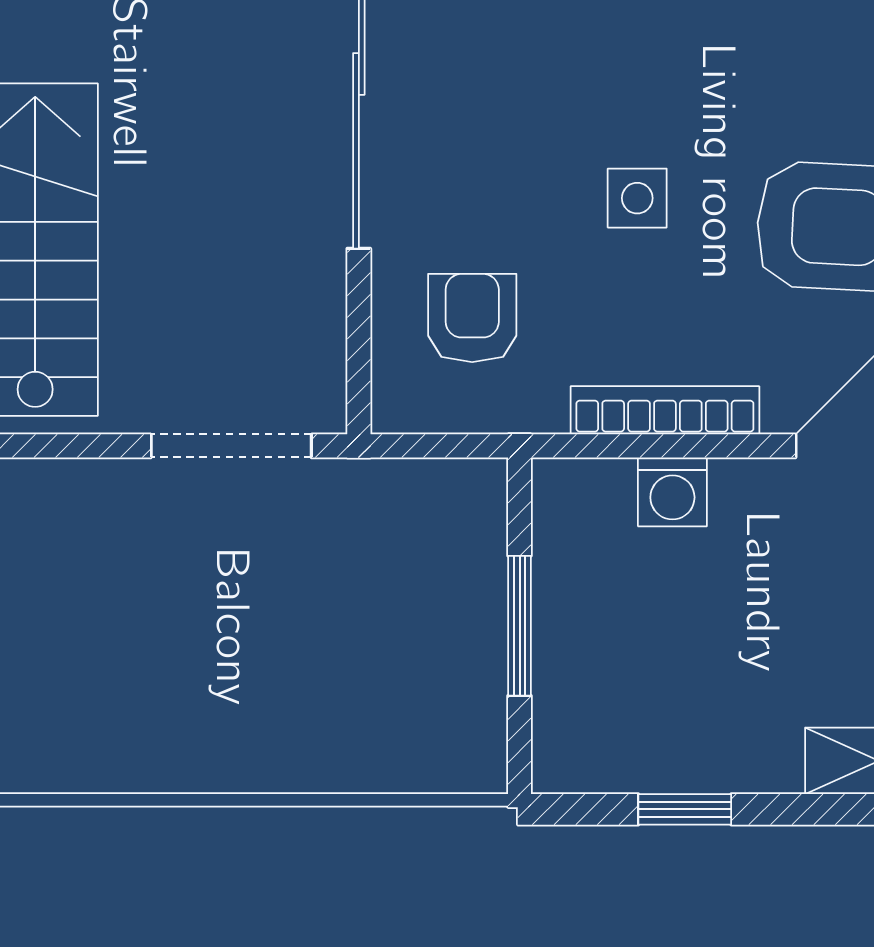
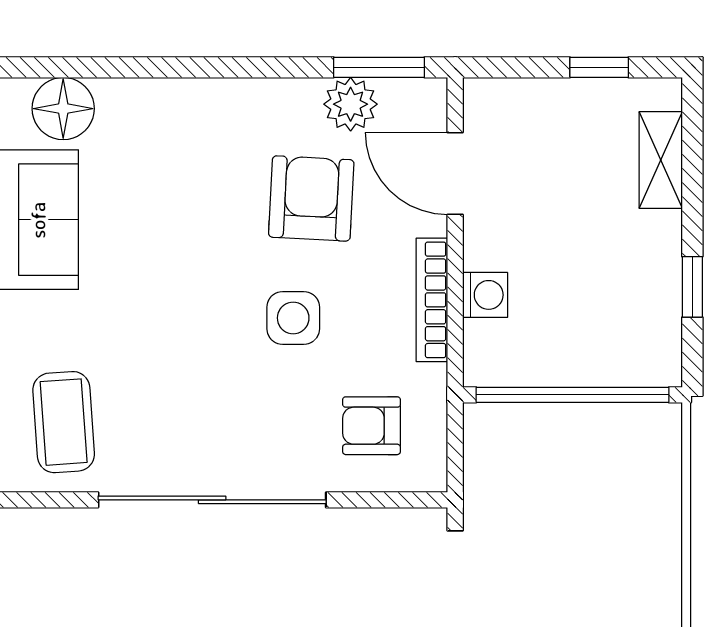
side table: (637, 198) -> (293, 318), width x1.37, depth x1.37
window: (520, 626) -> (573, 395), width x2.11

